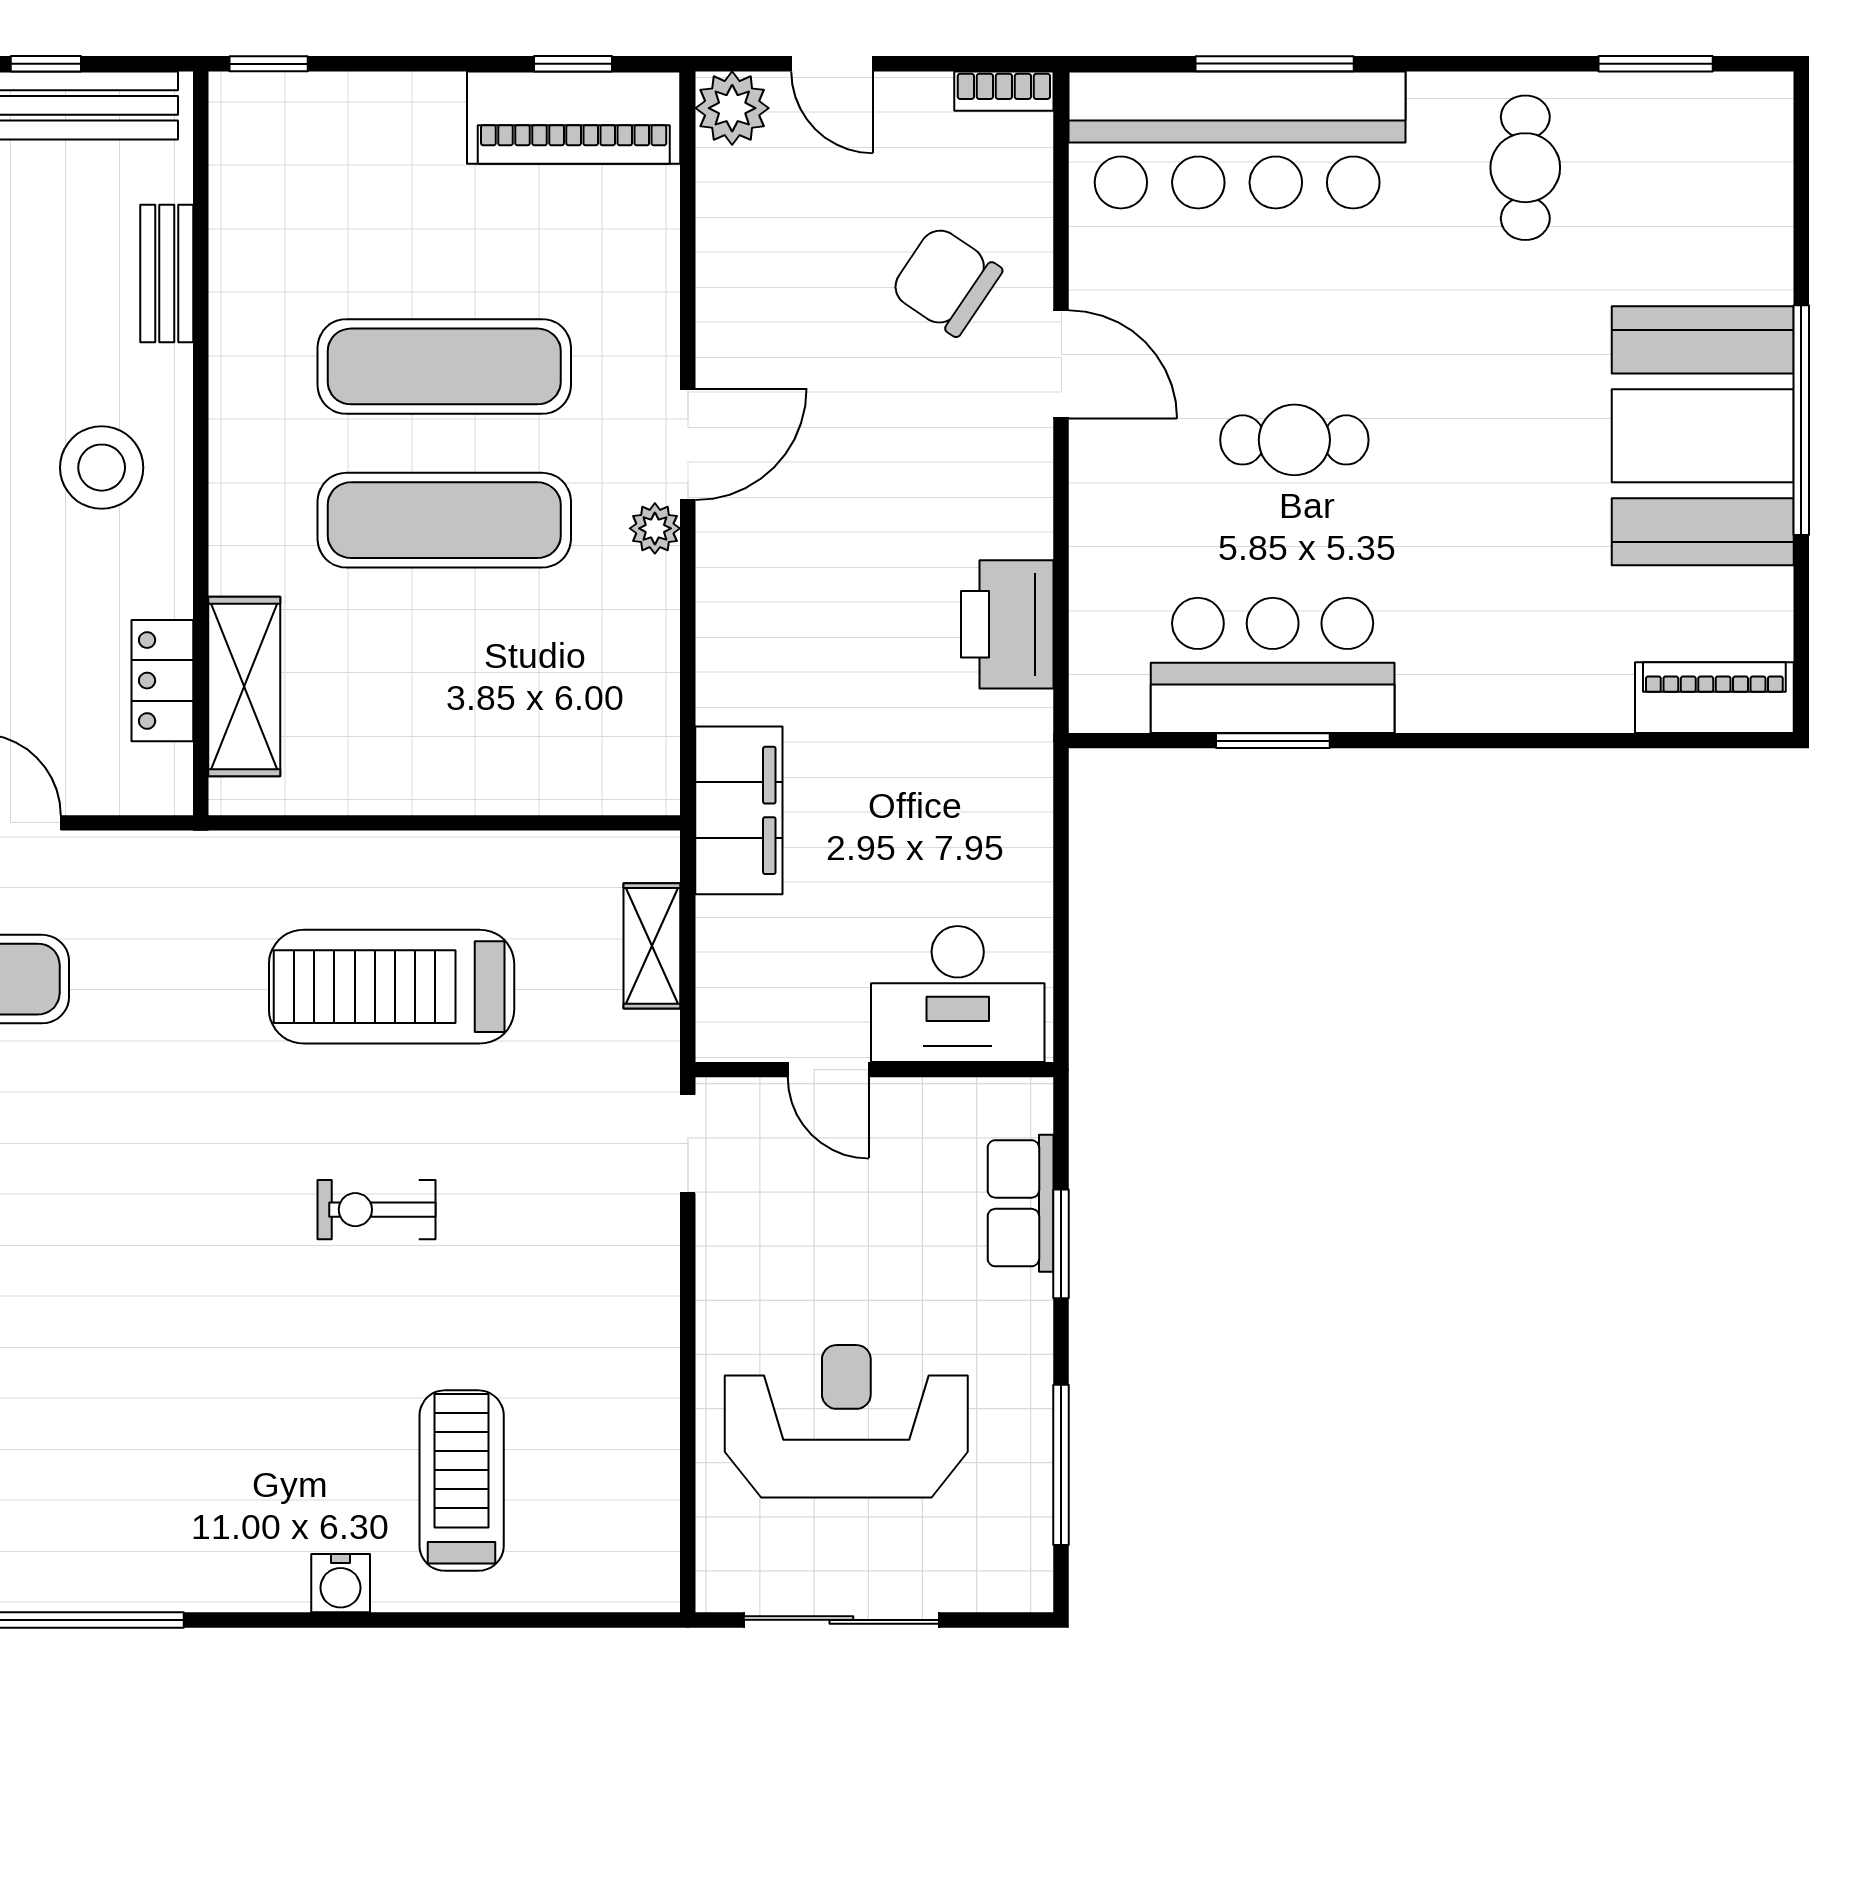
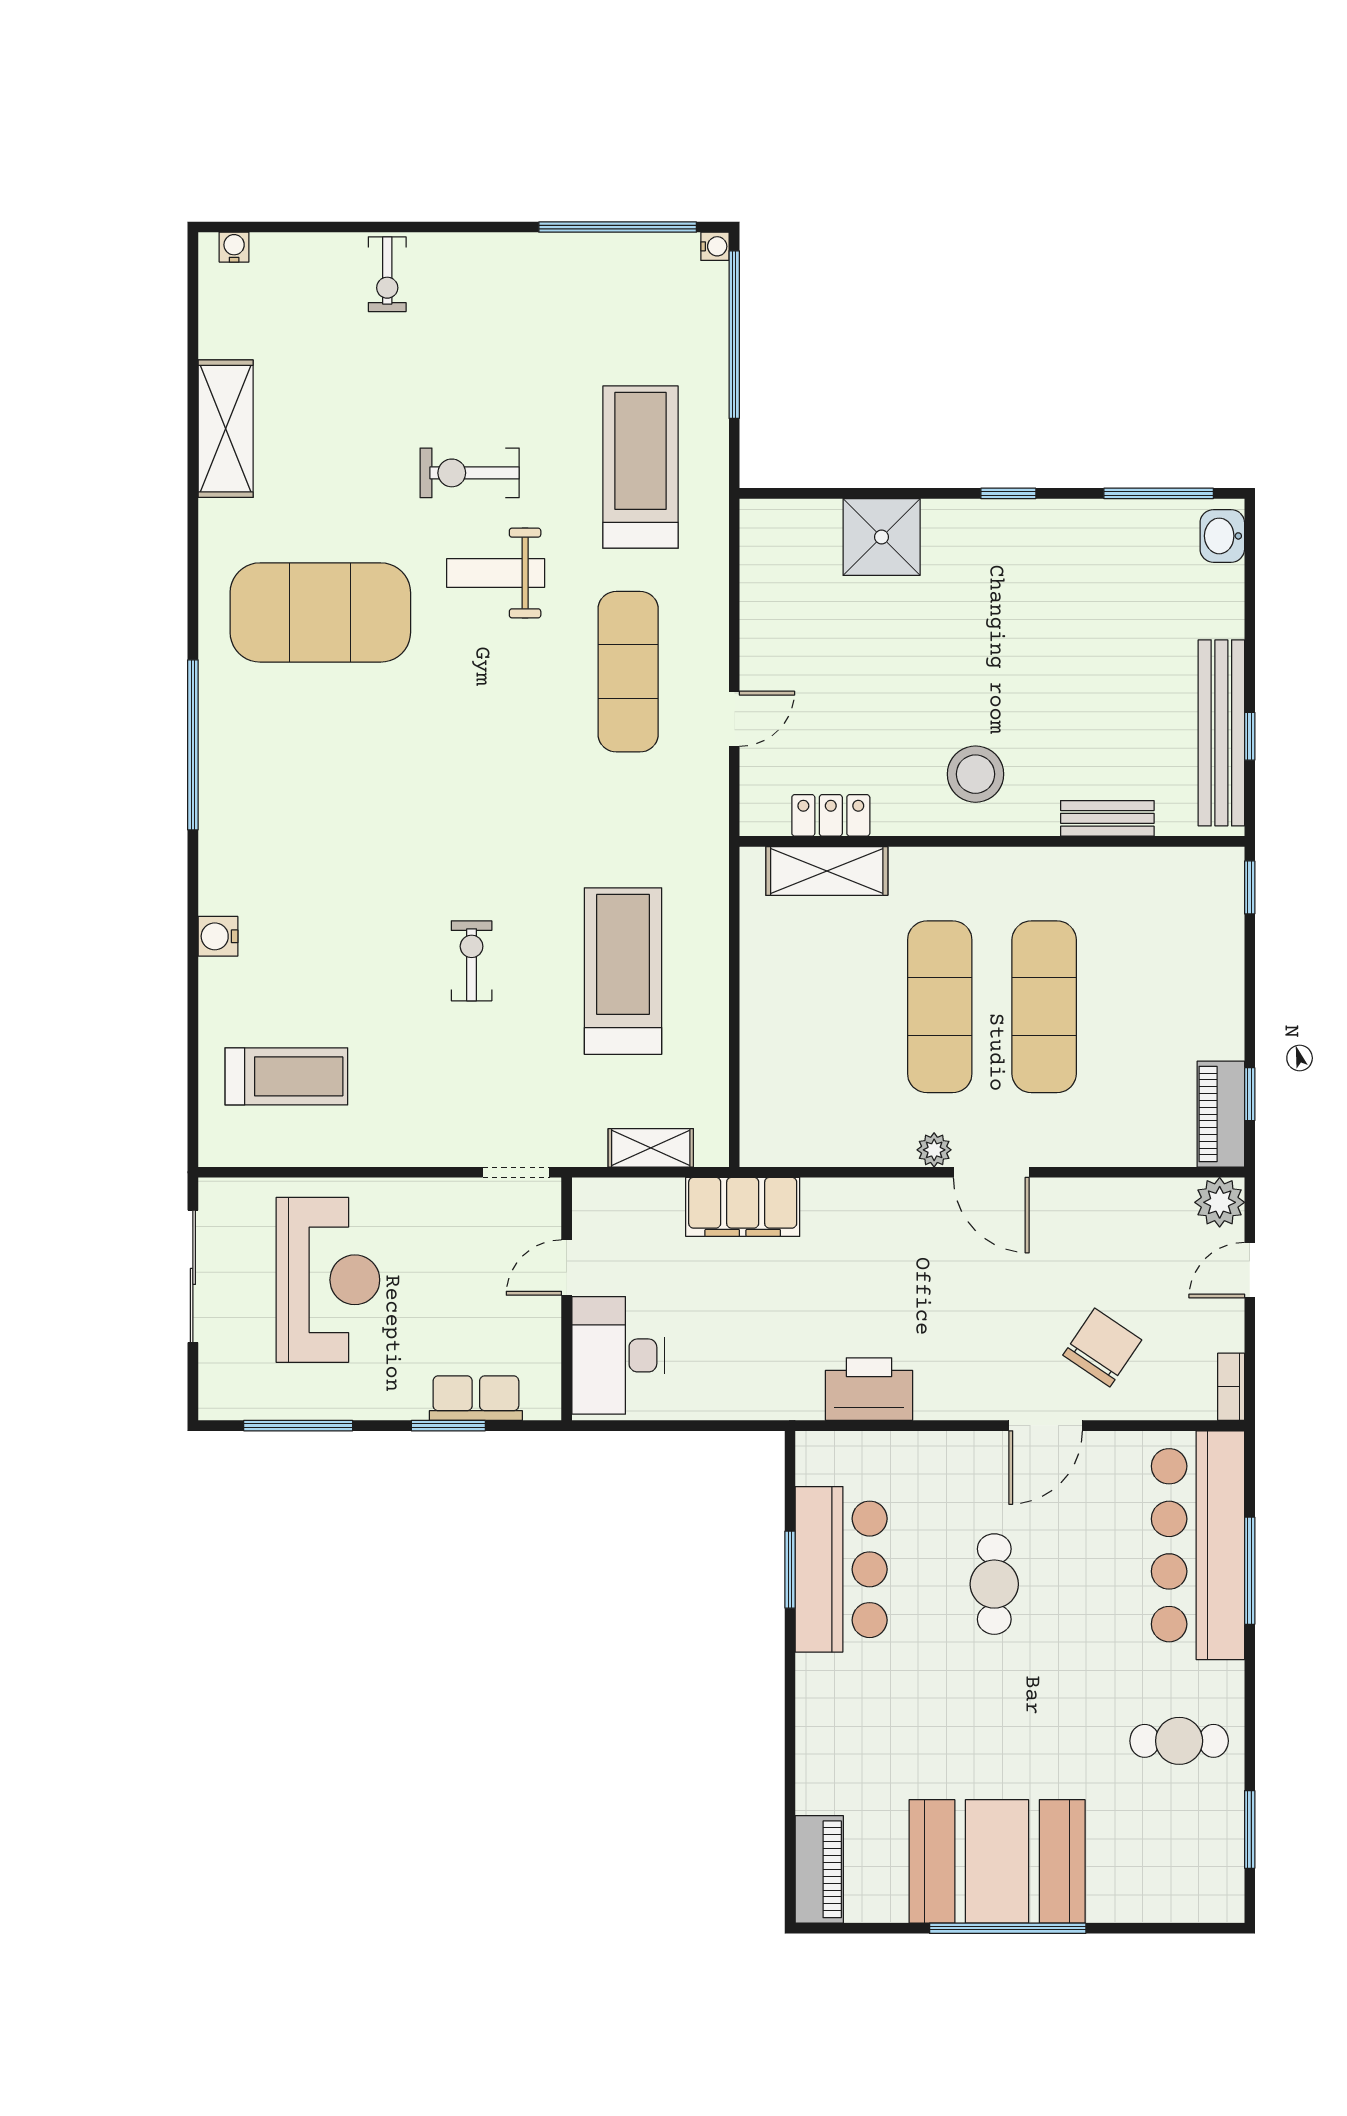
piano: (574, 118) -> (1221, 1114), width x0.73, depth x0.75
treadmill: (462, 1481) -> (286, 1076), moved

